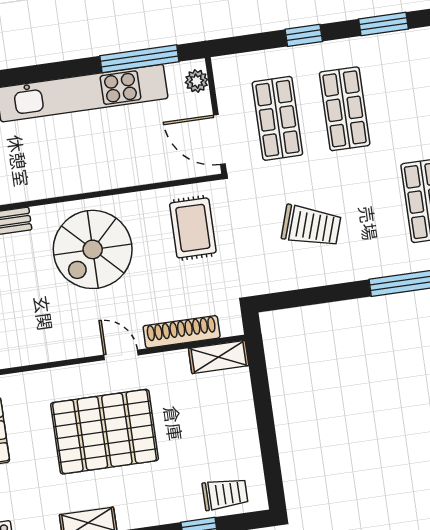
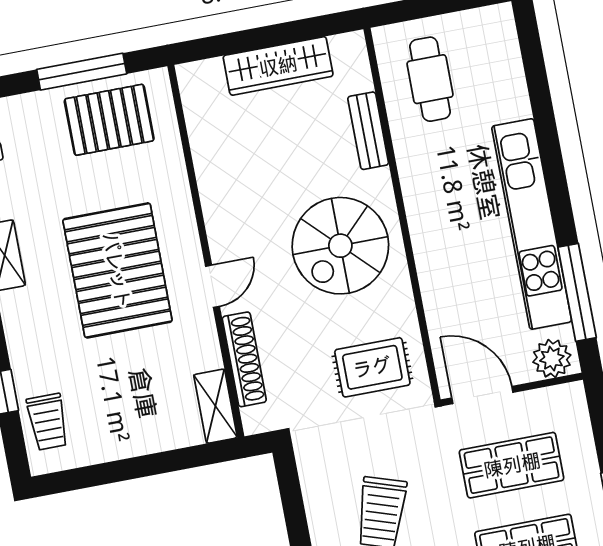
plant: (197, 81) -> (552, 359), width x1.38, depth x1.38
door: (219, 140) -> (482, 395), hinge flipped
spiral stairs: (93, 249) -> (340, 246), turned -90

